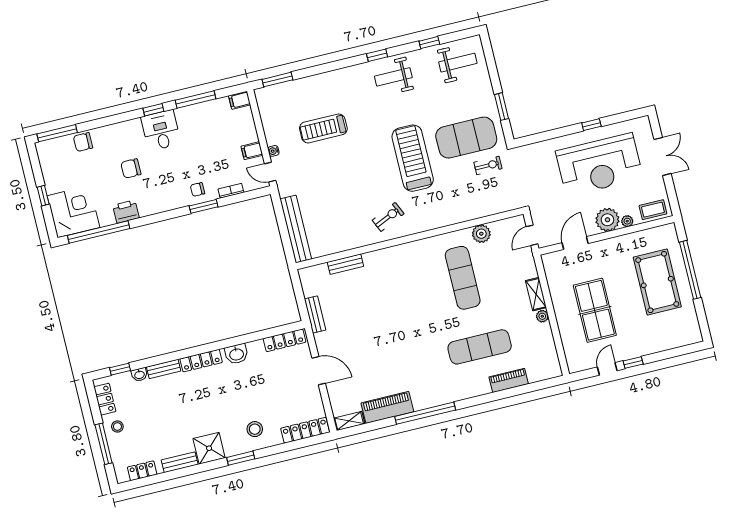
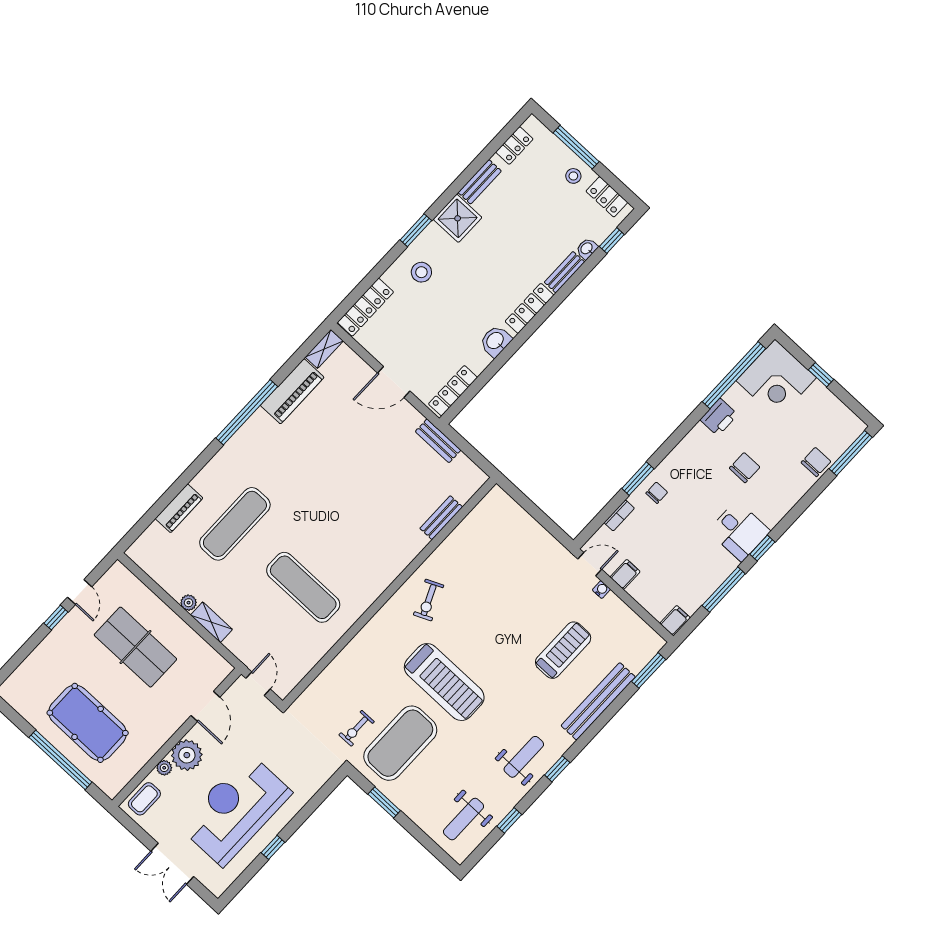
bench: (296, 229) -> (598, 701), moved, turned 90
plant: (481, 234) -> (315, 649), removed

